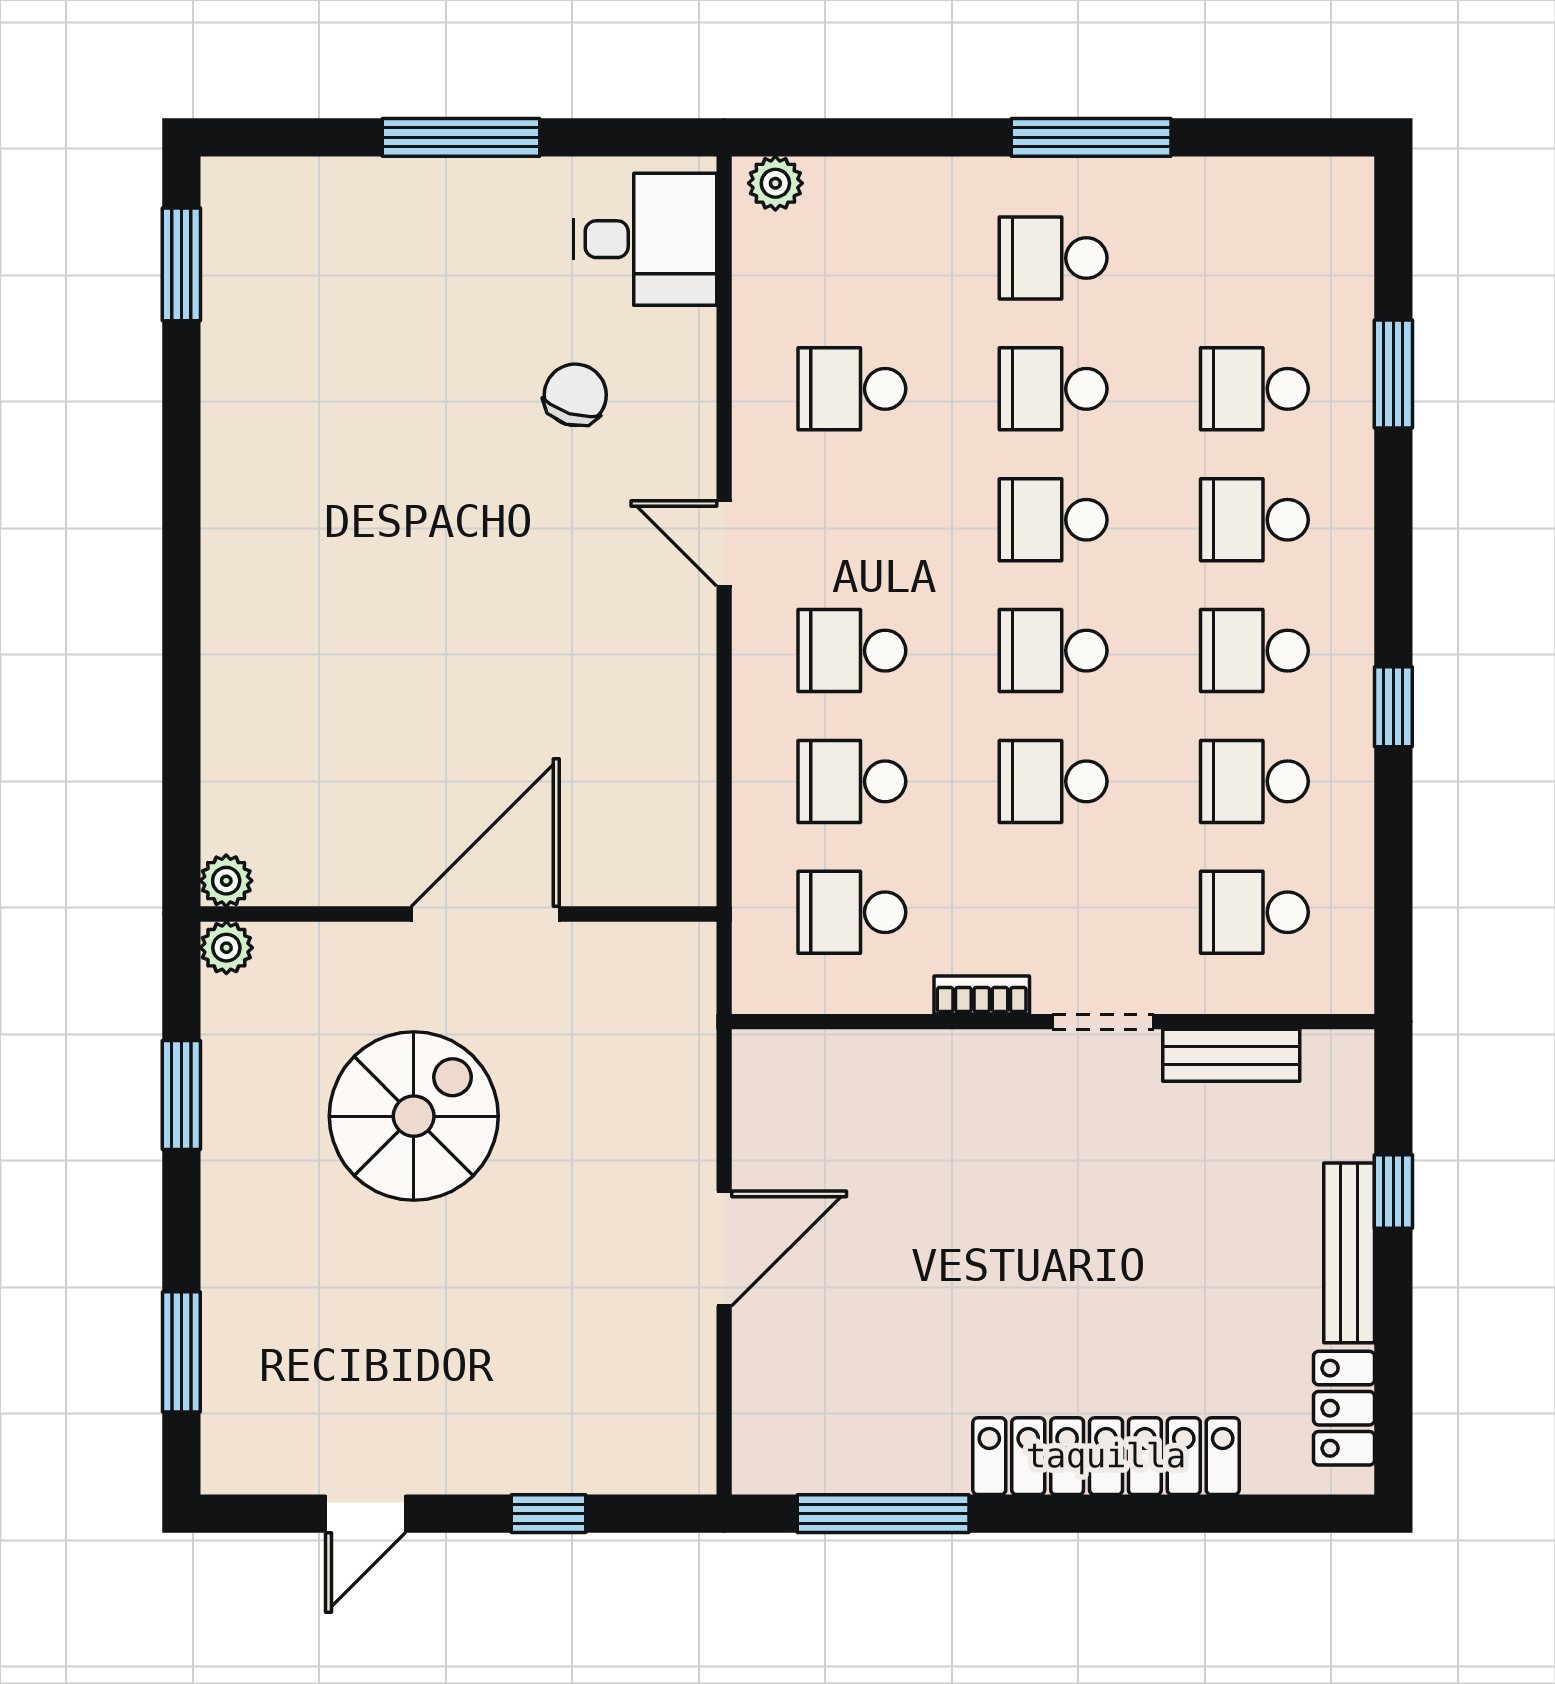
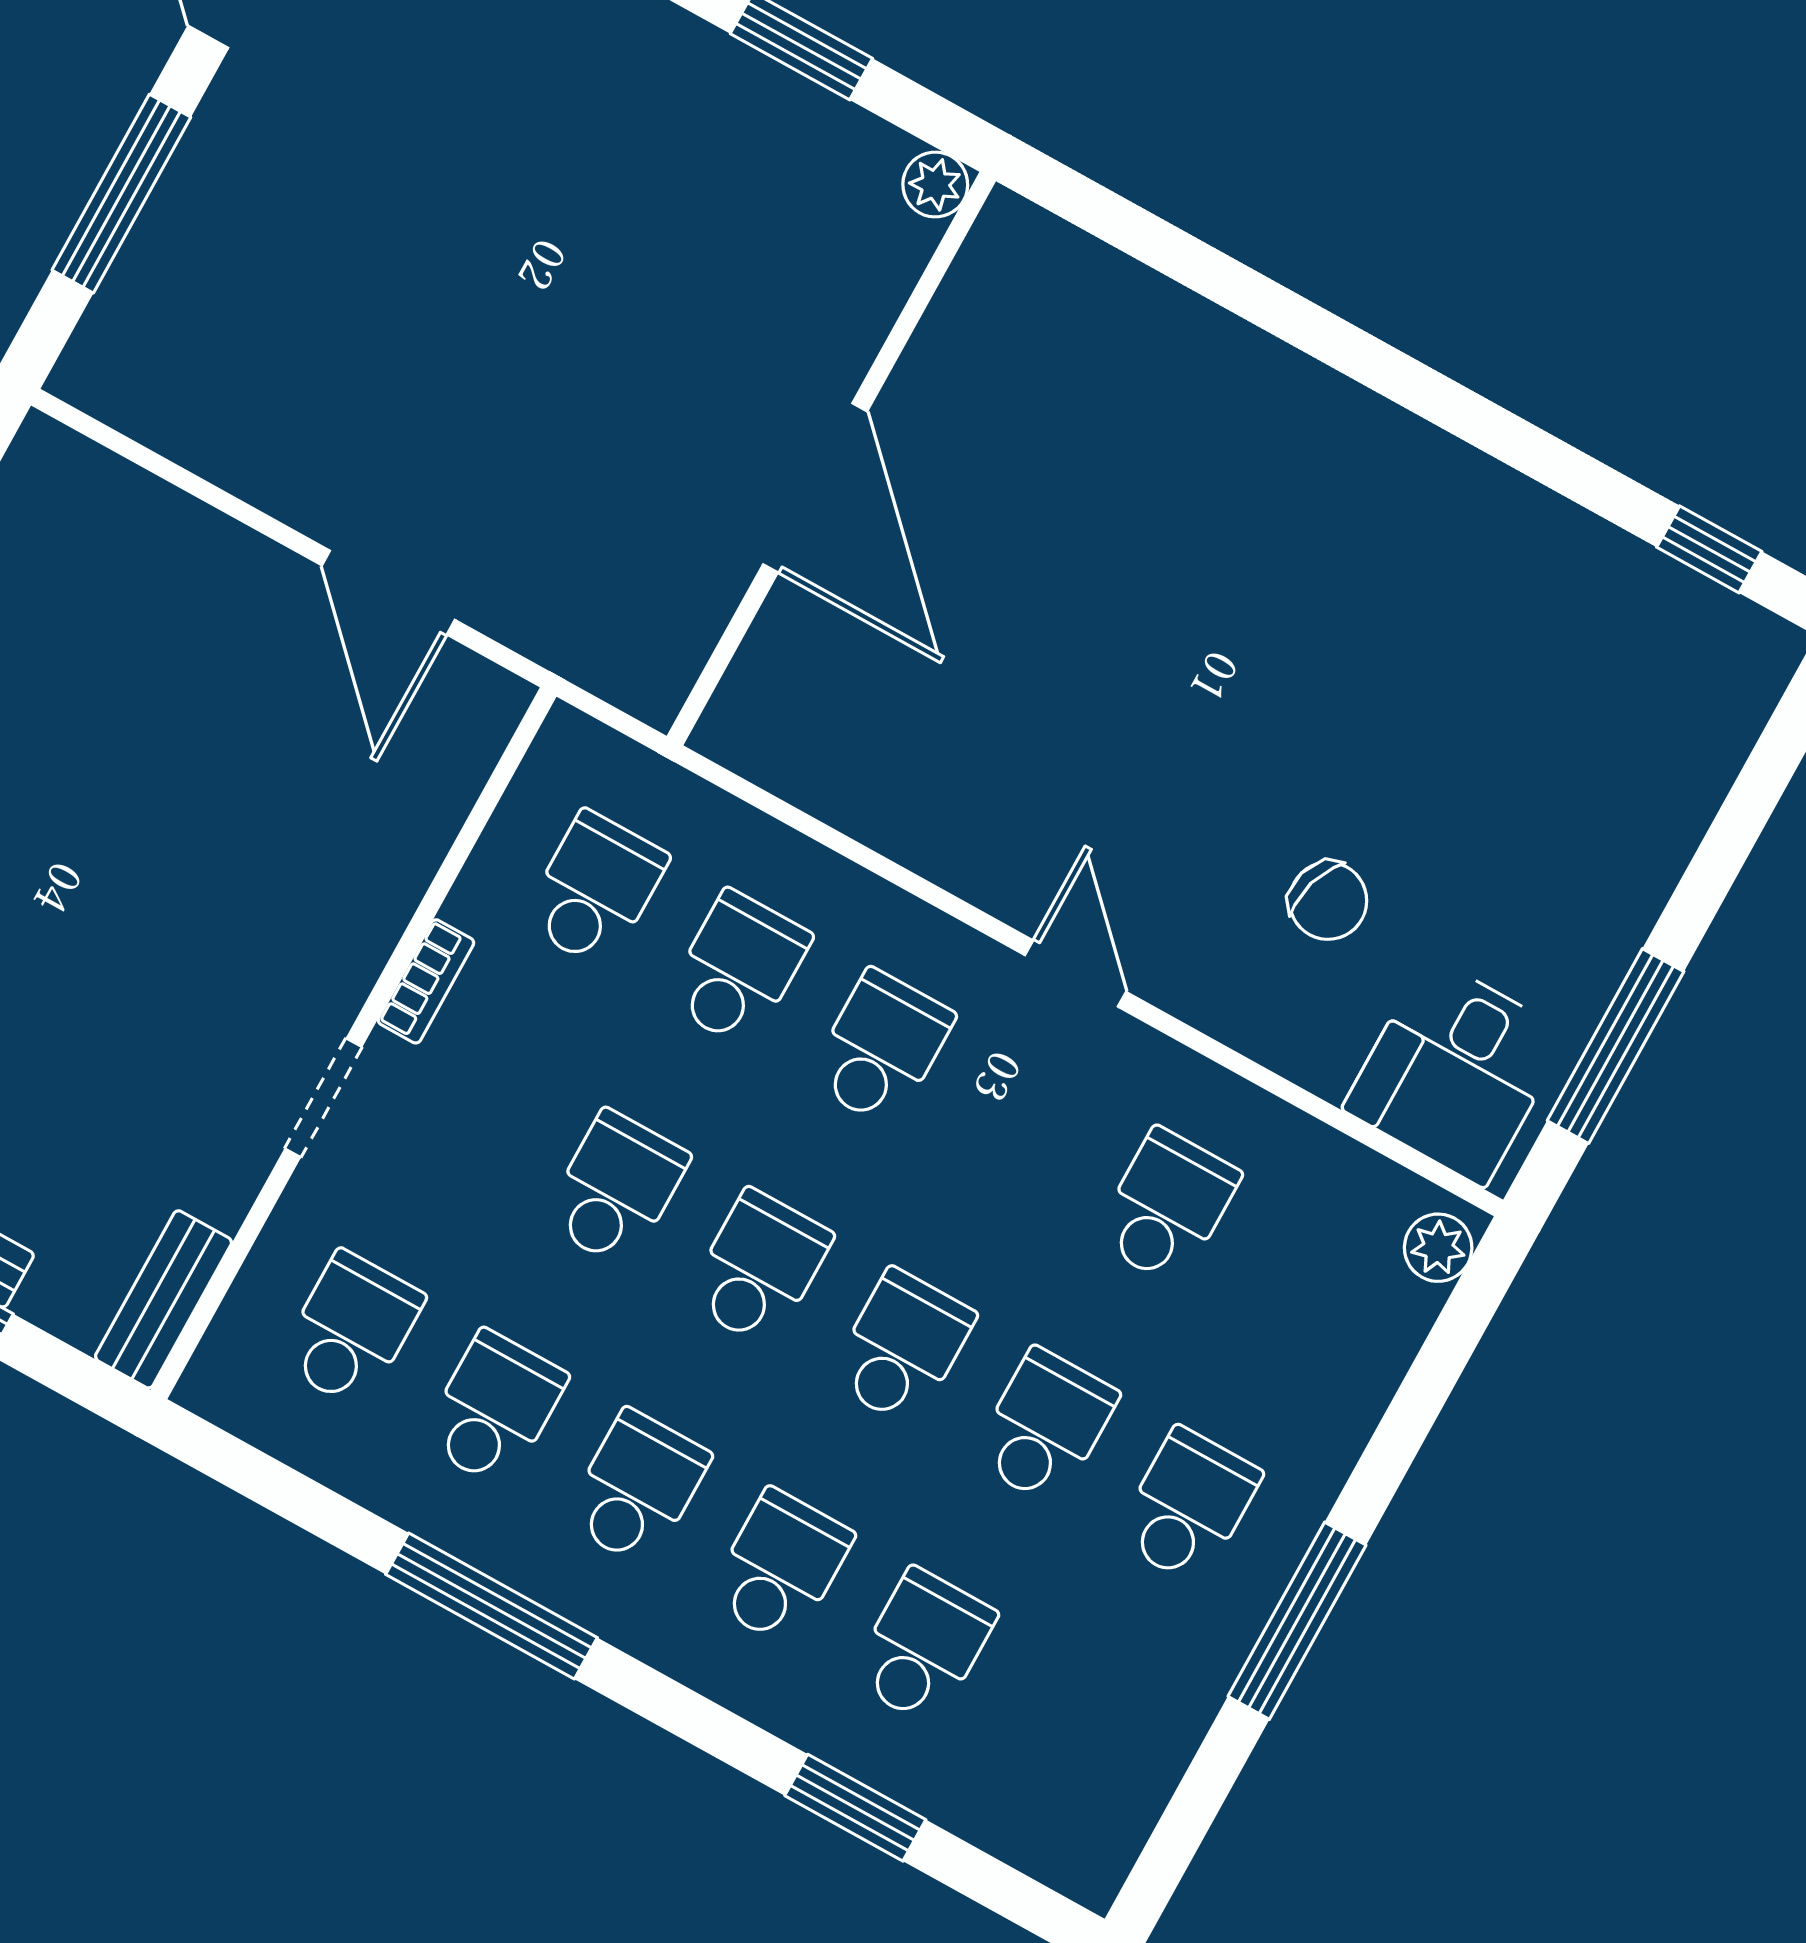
window: (461, 137) -> (1616, 1046), moved
window: (181, 264) -> (1709, 549), width x0.67
door: (724, 543) -> (1075, 973), hinge flipped
window: (1393, 707) -> (491, 1606), width x2.17
plant: (226, 881) -> (1009, 225), removed
bench: (1231, 1055) -> (163, 1299), moved
spiral stairs: (414, 1116) -> (638, 287), removed
door: (724, 1248) -> (388, 593), moved
window: (549, 1514) -> (121, 194), width x2.17

